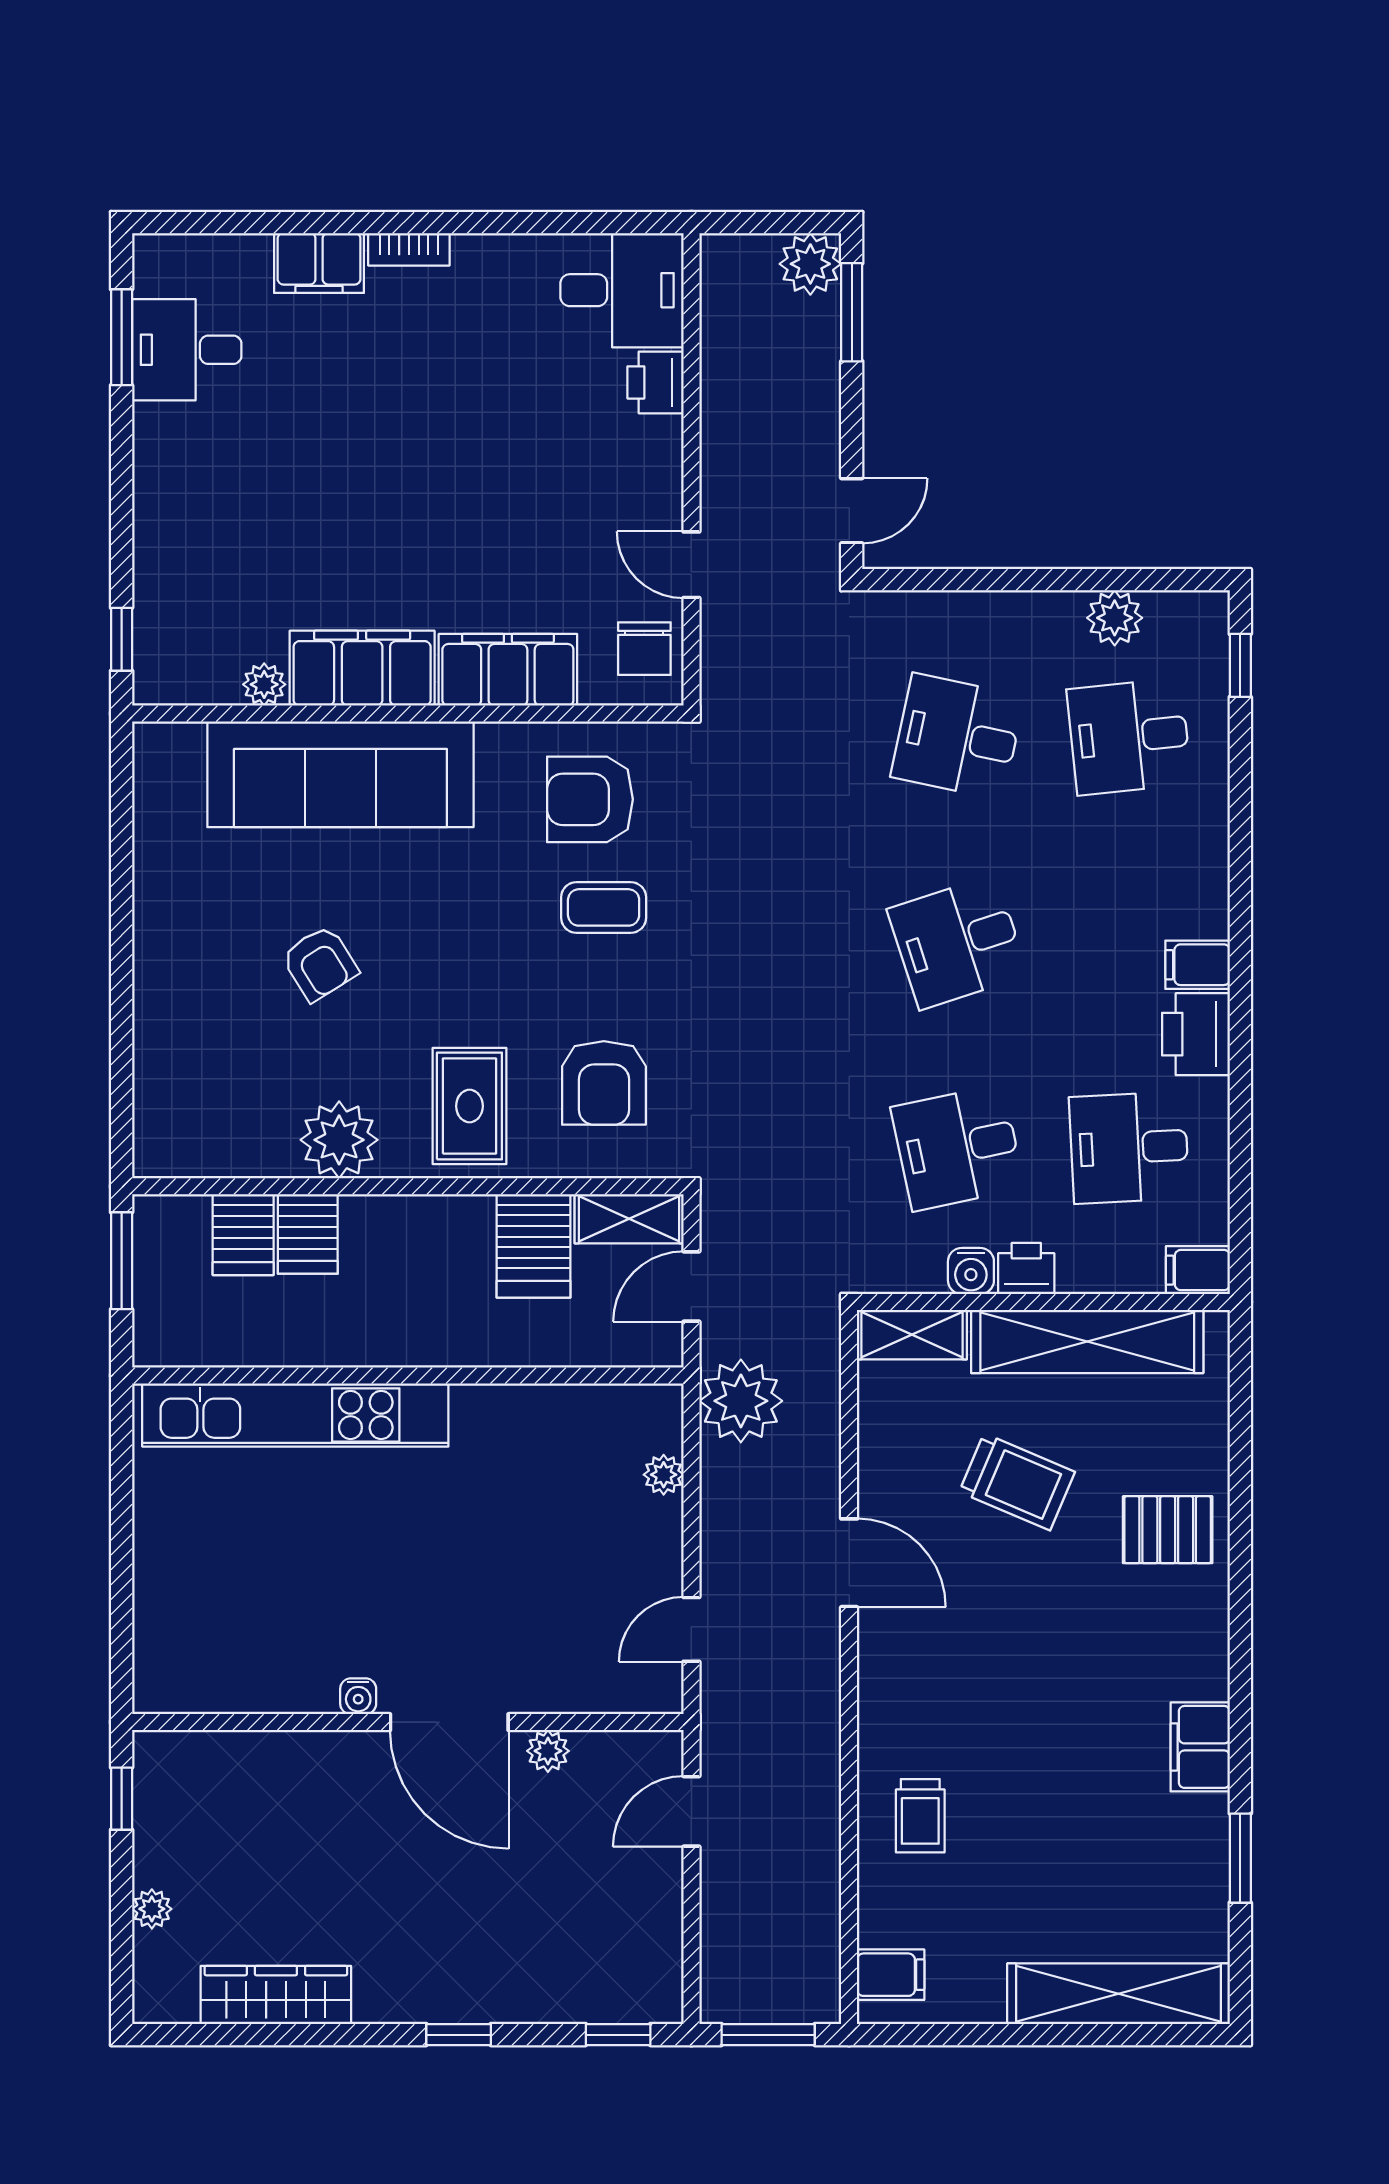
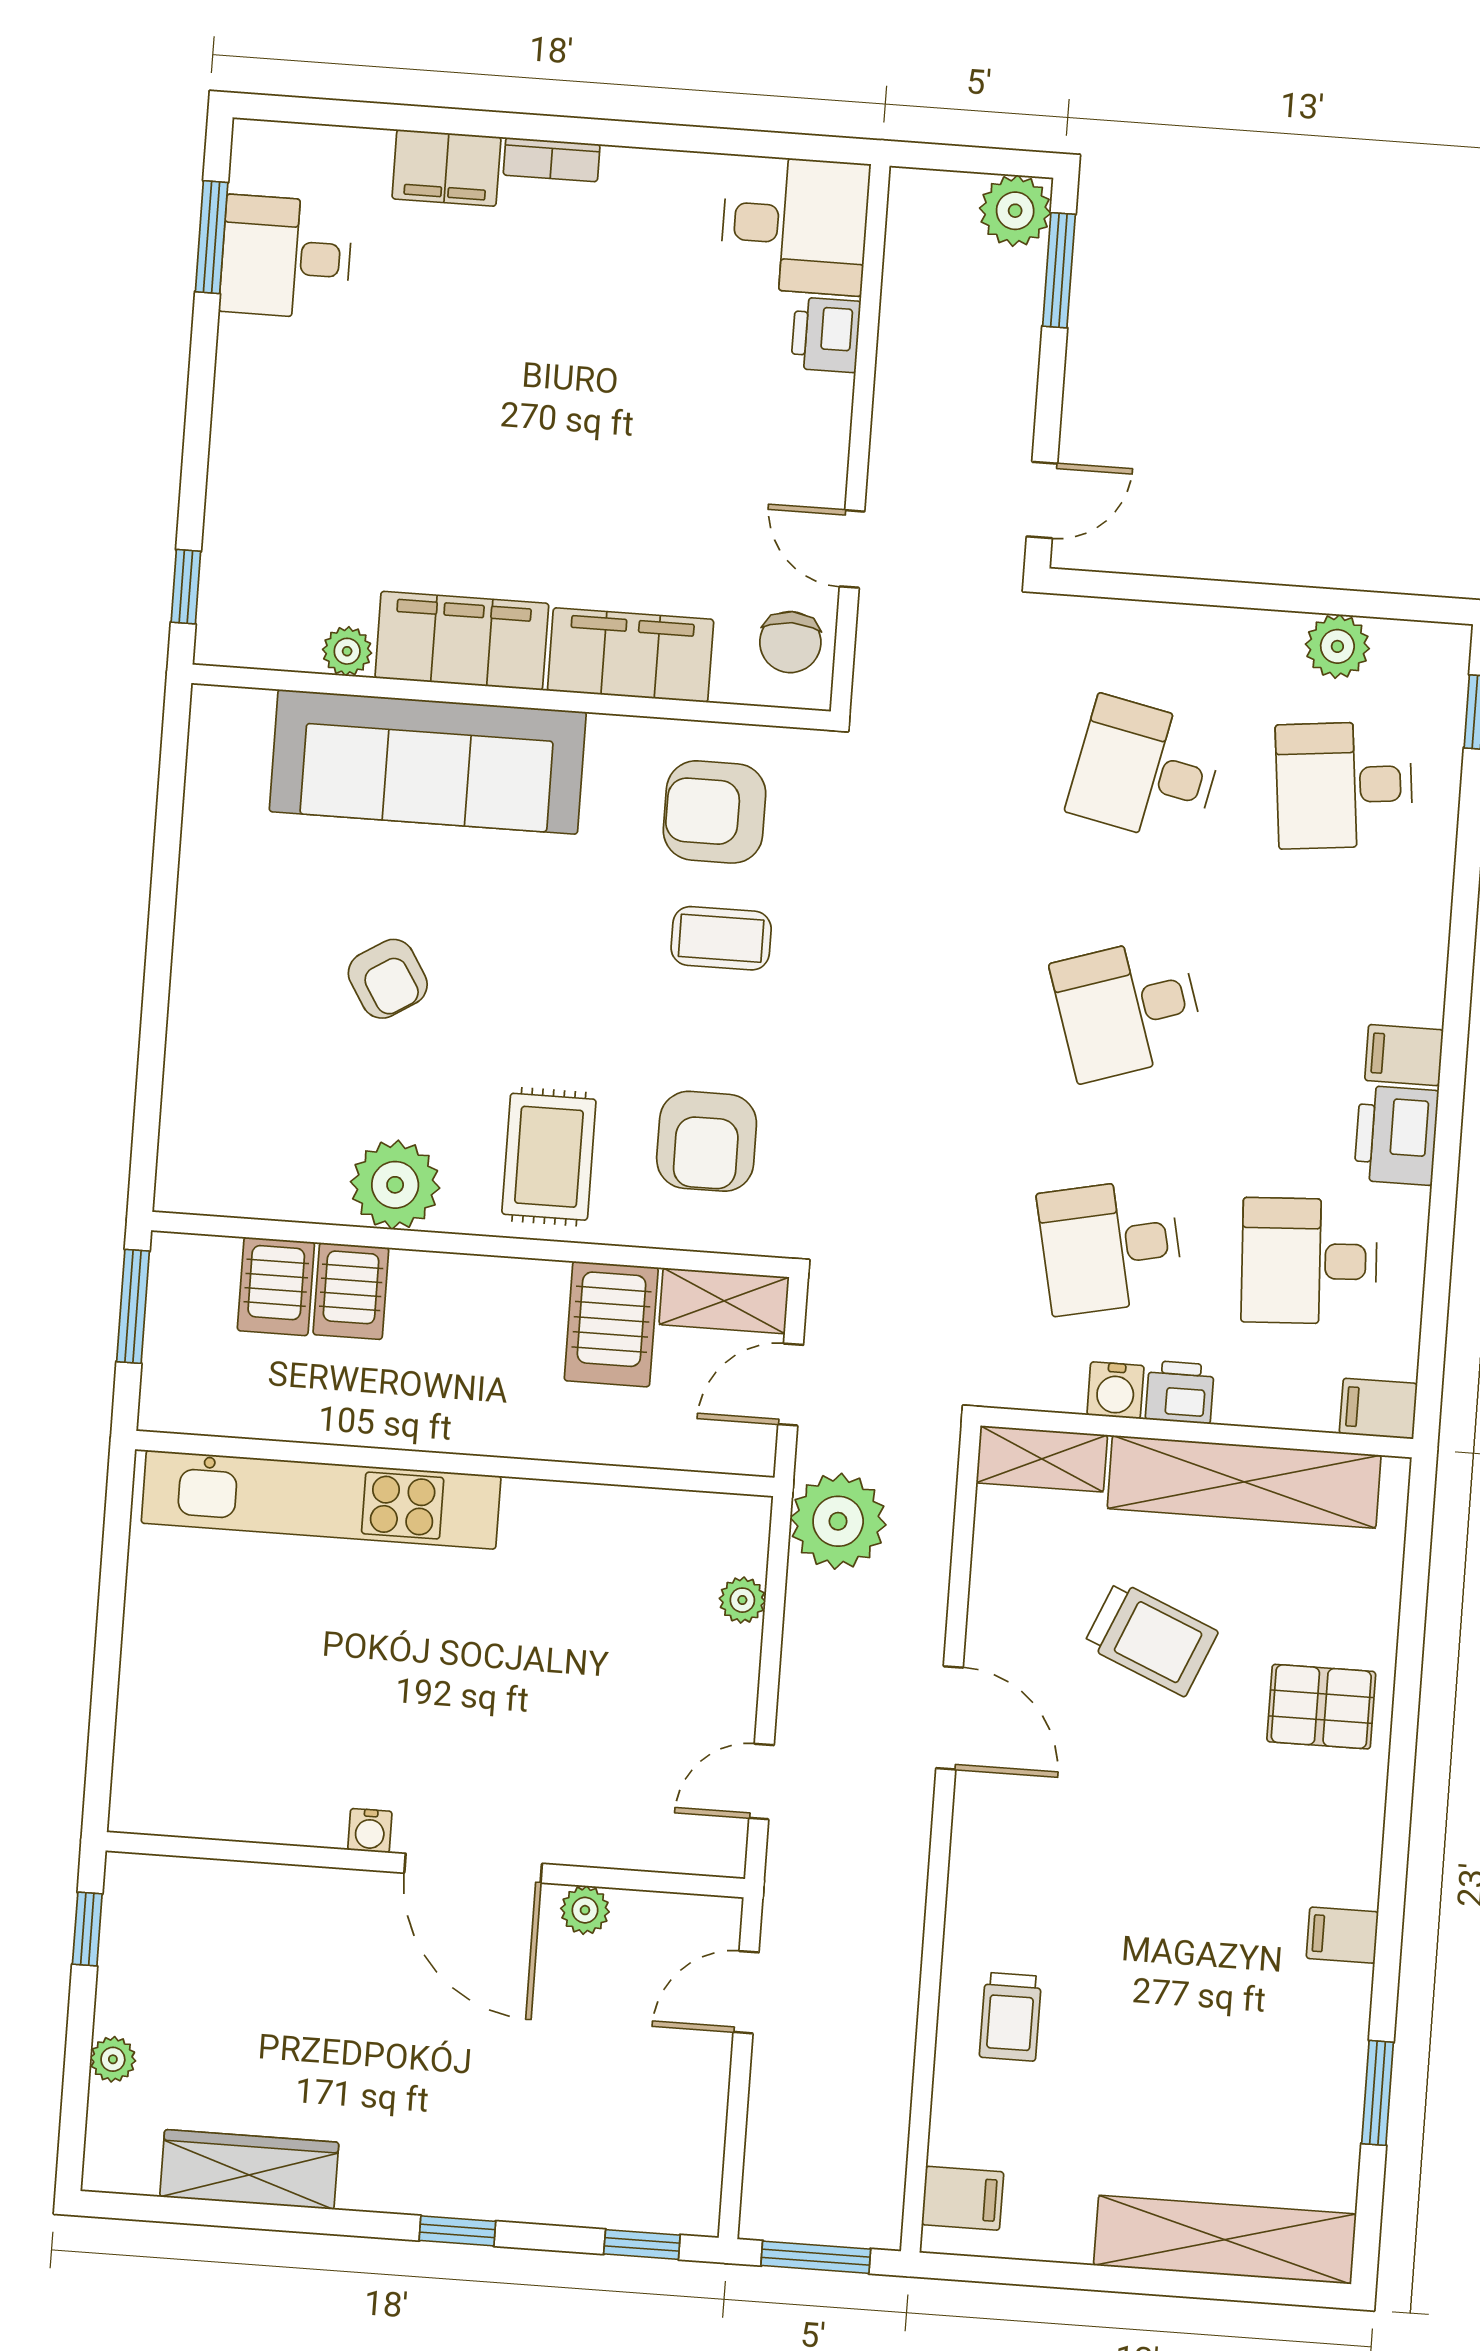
filing cabinet: (1200, 1747) -> (1342, 1935), width x0.50

